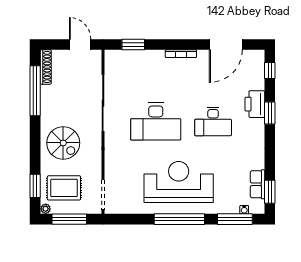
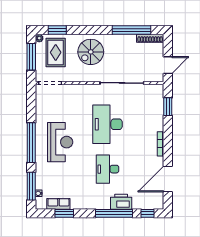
door: (226, 44) -> (168, 179), hinge flipped
window: (270, 113) -> (114, 213), width x2.11
reception desk: (179, 182) -> (60, 142), width x0.74, depth x0.77
window: (270, 192) -> (64, 213), moved

